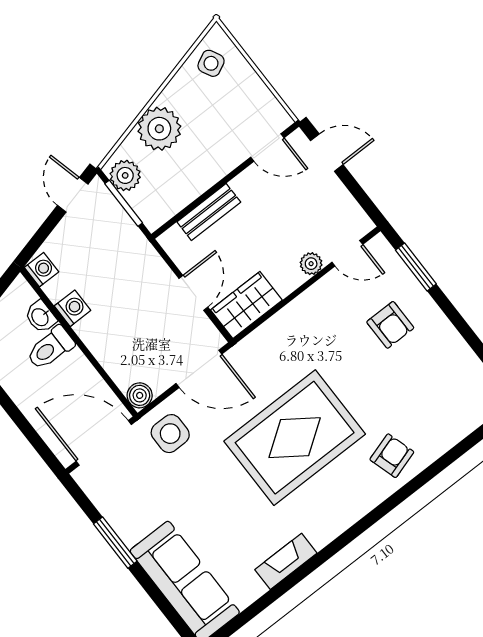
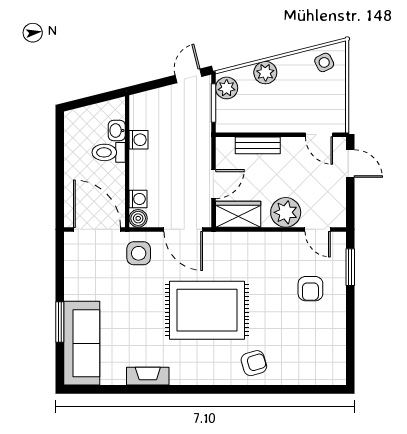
plant: (159, 129) -> (265, 73), width x0.73, depth x0.73
plant: (311, 264) -> (286, 212), width x1.88, depth x1.88
washing machine: (42, 270) -> (138, 199), moved
window: (115, 543) -> (60, 322), moved

